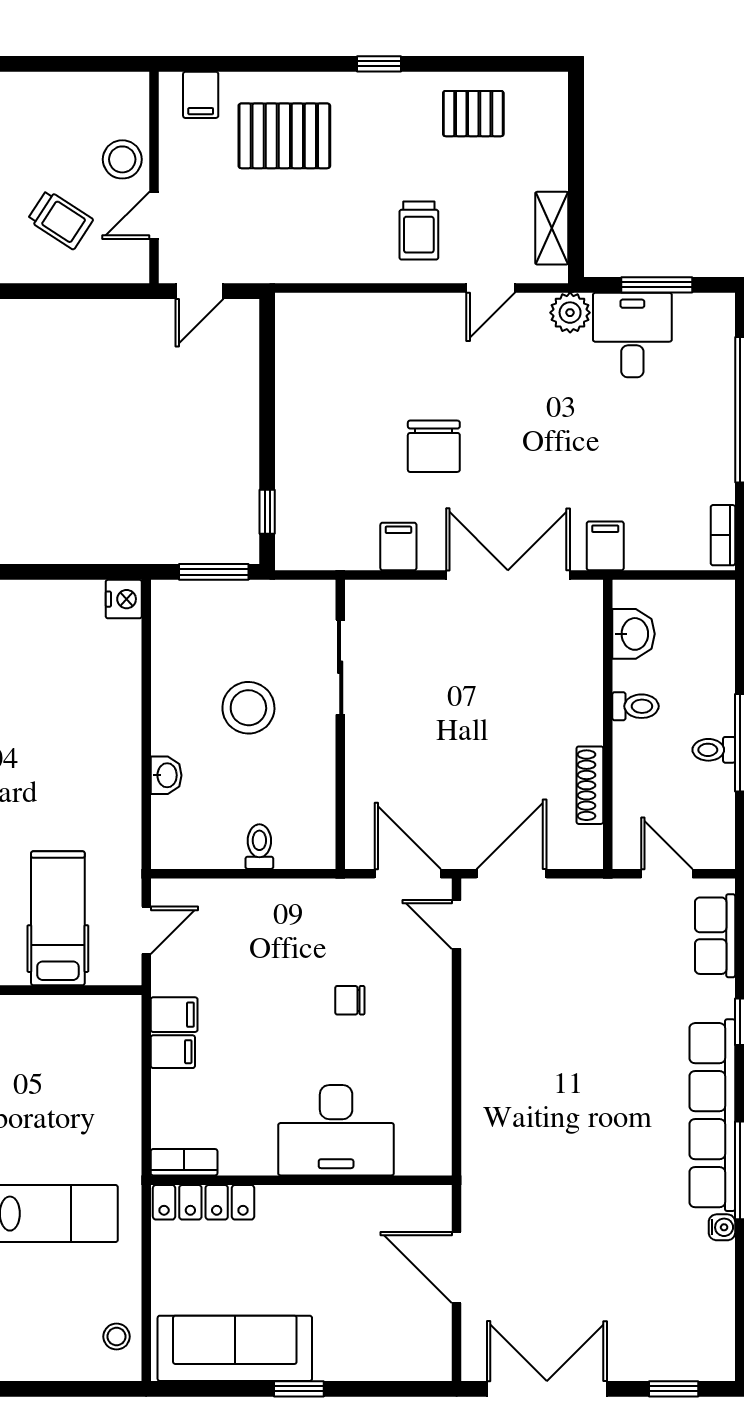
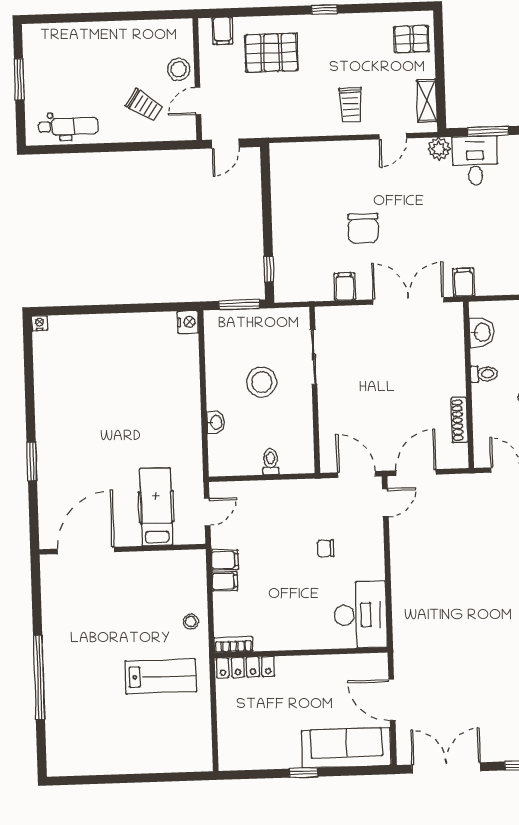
pallet: (473, 114) -> (411, 39), moved
door: (457, 925) -> (385, 503), swing flipped
desk: (336, 1130) -> (360, 615), moved, turned -90
stool: (117, 1337) -> (191, 622), moved
sofa: (235, 1348) -> (346, 748), moved

